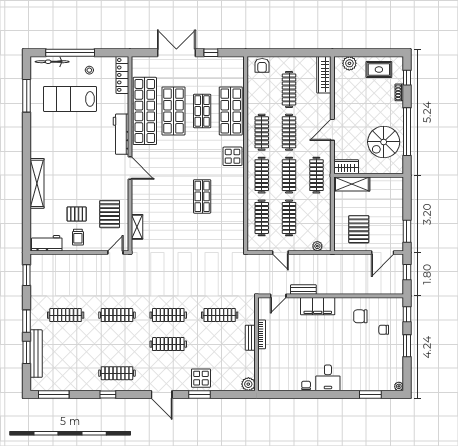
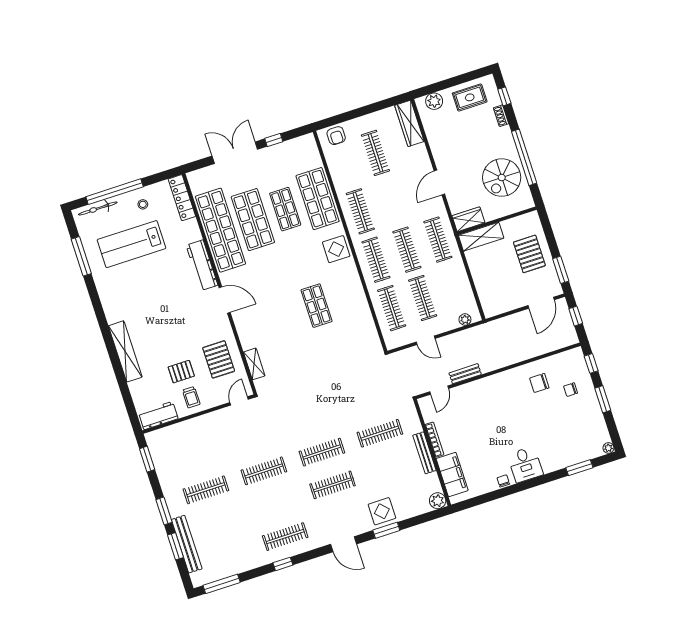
clothes rail: (289, 132) -> (391, 201), removed
pallet: (359, 229) -> (529, 254), moved
filing cabinet: (318, 306) -> (452, 474), moved, turned -90
bench: (250, 338) -> (424, 453), width x1.36

